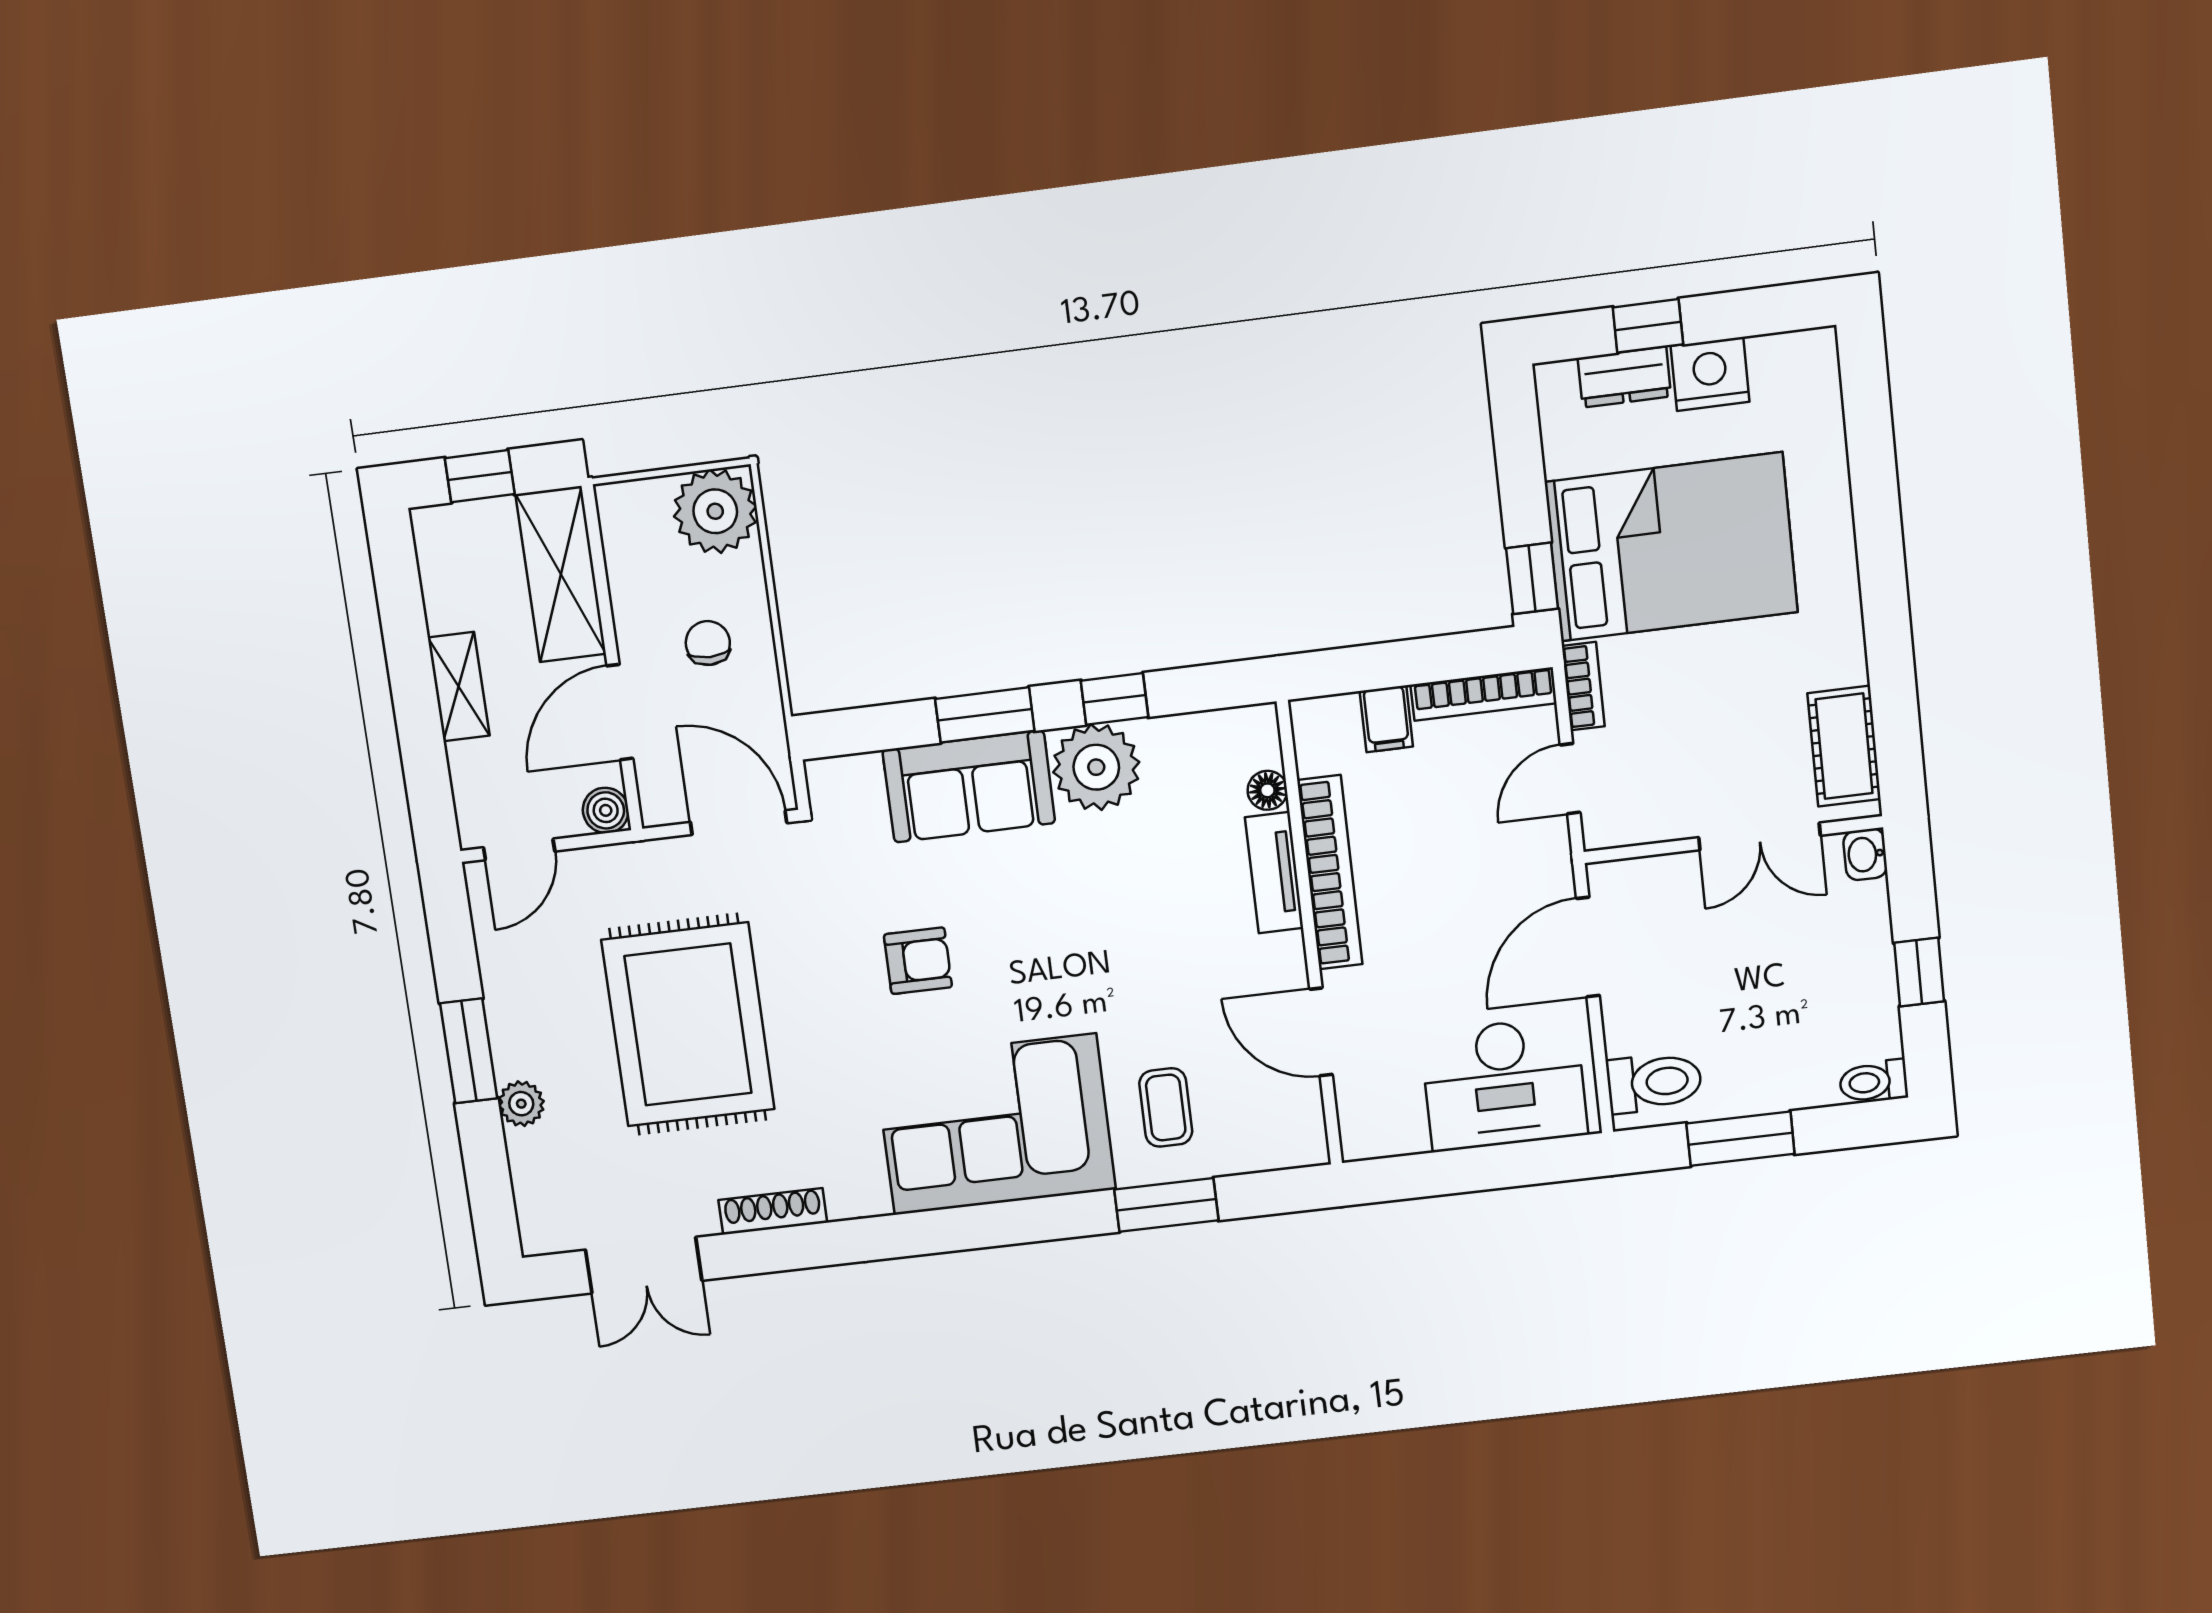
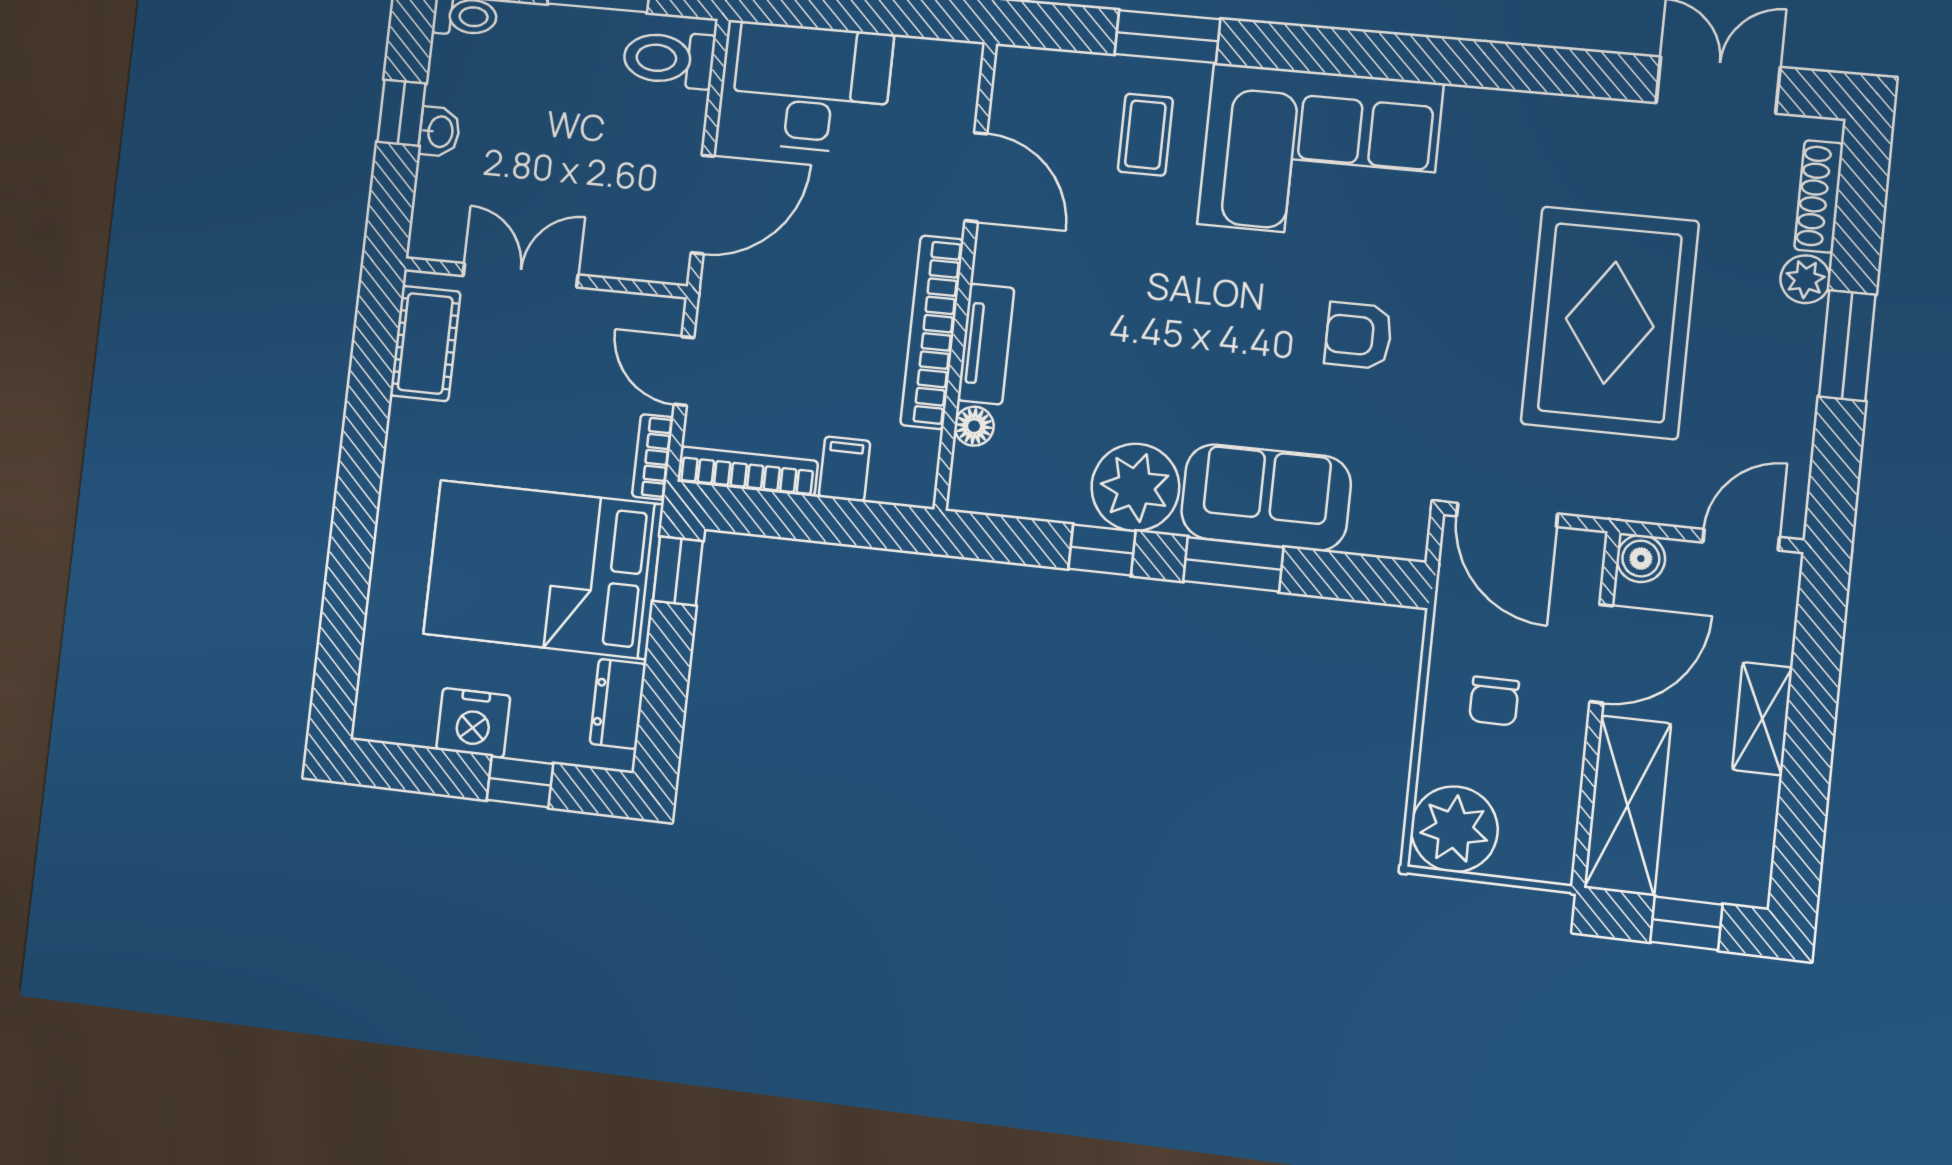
dresser: (1624, 377) -> (618, 704), moved, turned -90
door: (1570, 779) -> (684, 371), swing flipped
washbasin: (1865, 854) -> (439, 132), moved
shoe rack: (773, 1211) -> (1819, 196), moved, turned 90

